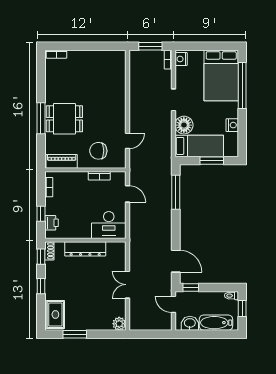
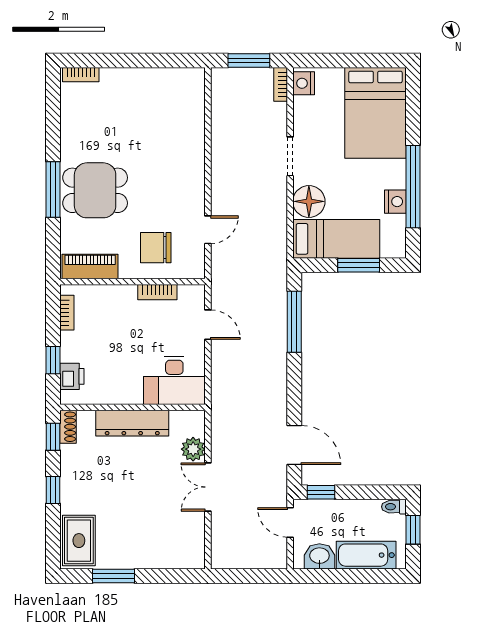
window: (242, 86) -> (413, 187), moved
plant: (119, 324) -> (193, 449), moved

